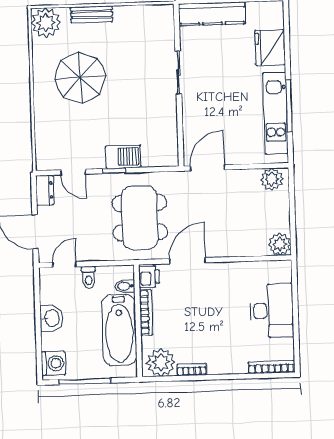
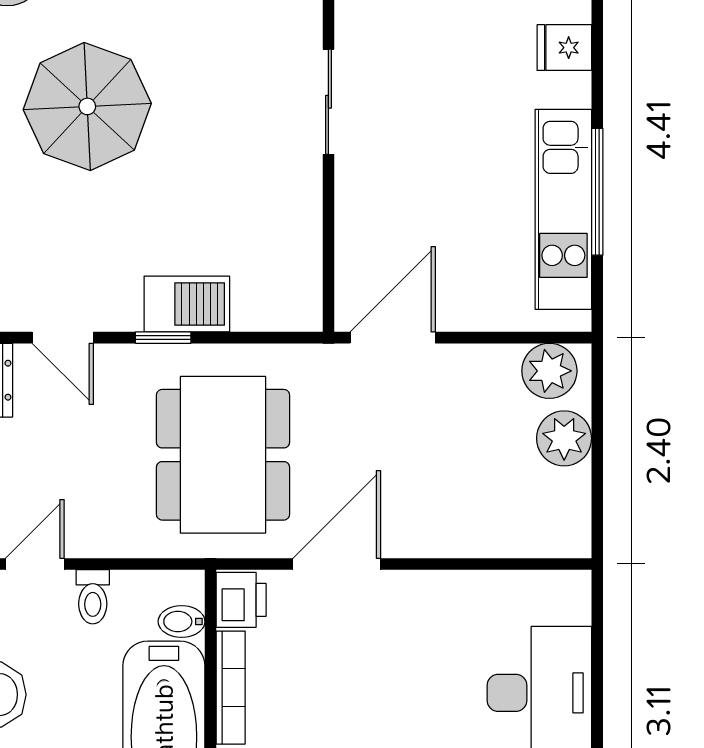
fridge: (270, 48) -> (564, 48), width x0.53, depth x0.75
plant: (280, 244) -> (564, 438), moved

